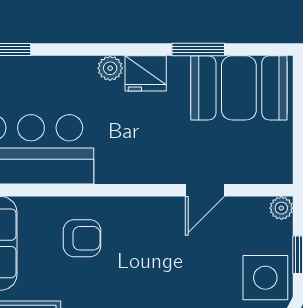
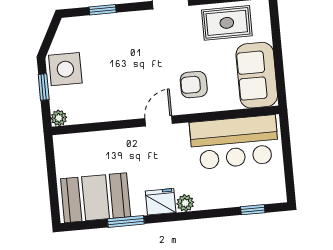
door: (205, 190) -> (159, 121), moved

